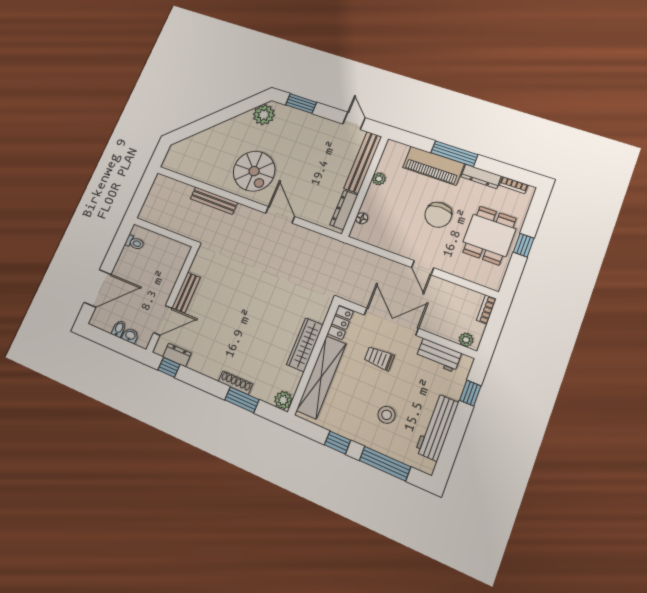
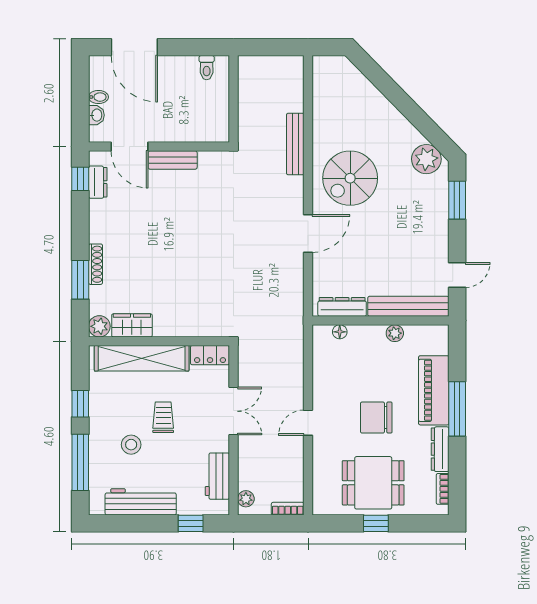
double door: (391, 322) -> (234, 411), width x0.73
wardrobe: (305, 345) -> (132, 325), moved, width x0.67
trolley: (379, 358) -> (163, 417), moved

